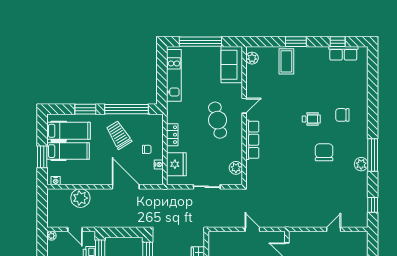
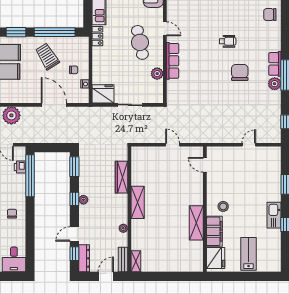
door: (244, 106) -> (165, 29), hinge flipped
chair: (342, 115) -> (270, 15), moved
locker: (172, 135) -> (97, 36), moved
row of seats: (362, 143) -> (275, 64), added
fridge: (176, 164) -> (103, 94), moved, turned -90
plant: (236, 168) -> (157, 74), moved

